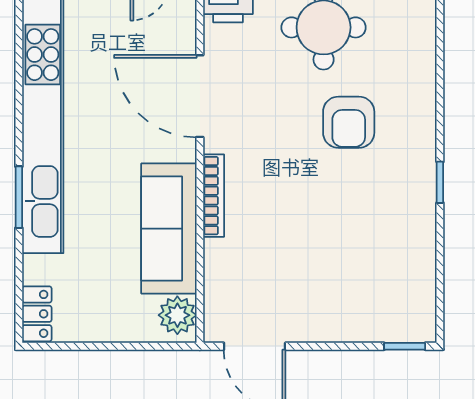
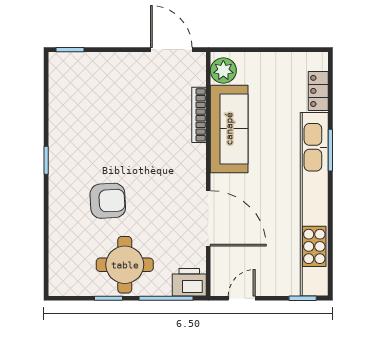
armchair: (349, 122) -> (108, 201), turned 87
bookcase: (214, 196) -> (199, 115), moved
locker: (37, 314) -> (318, 91), moved

